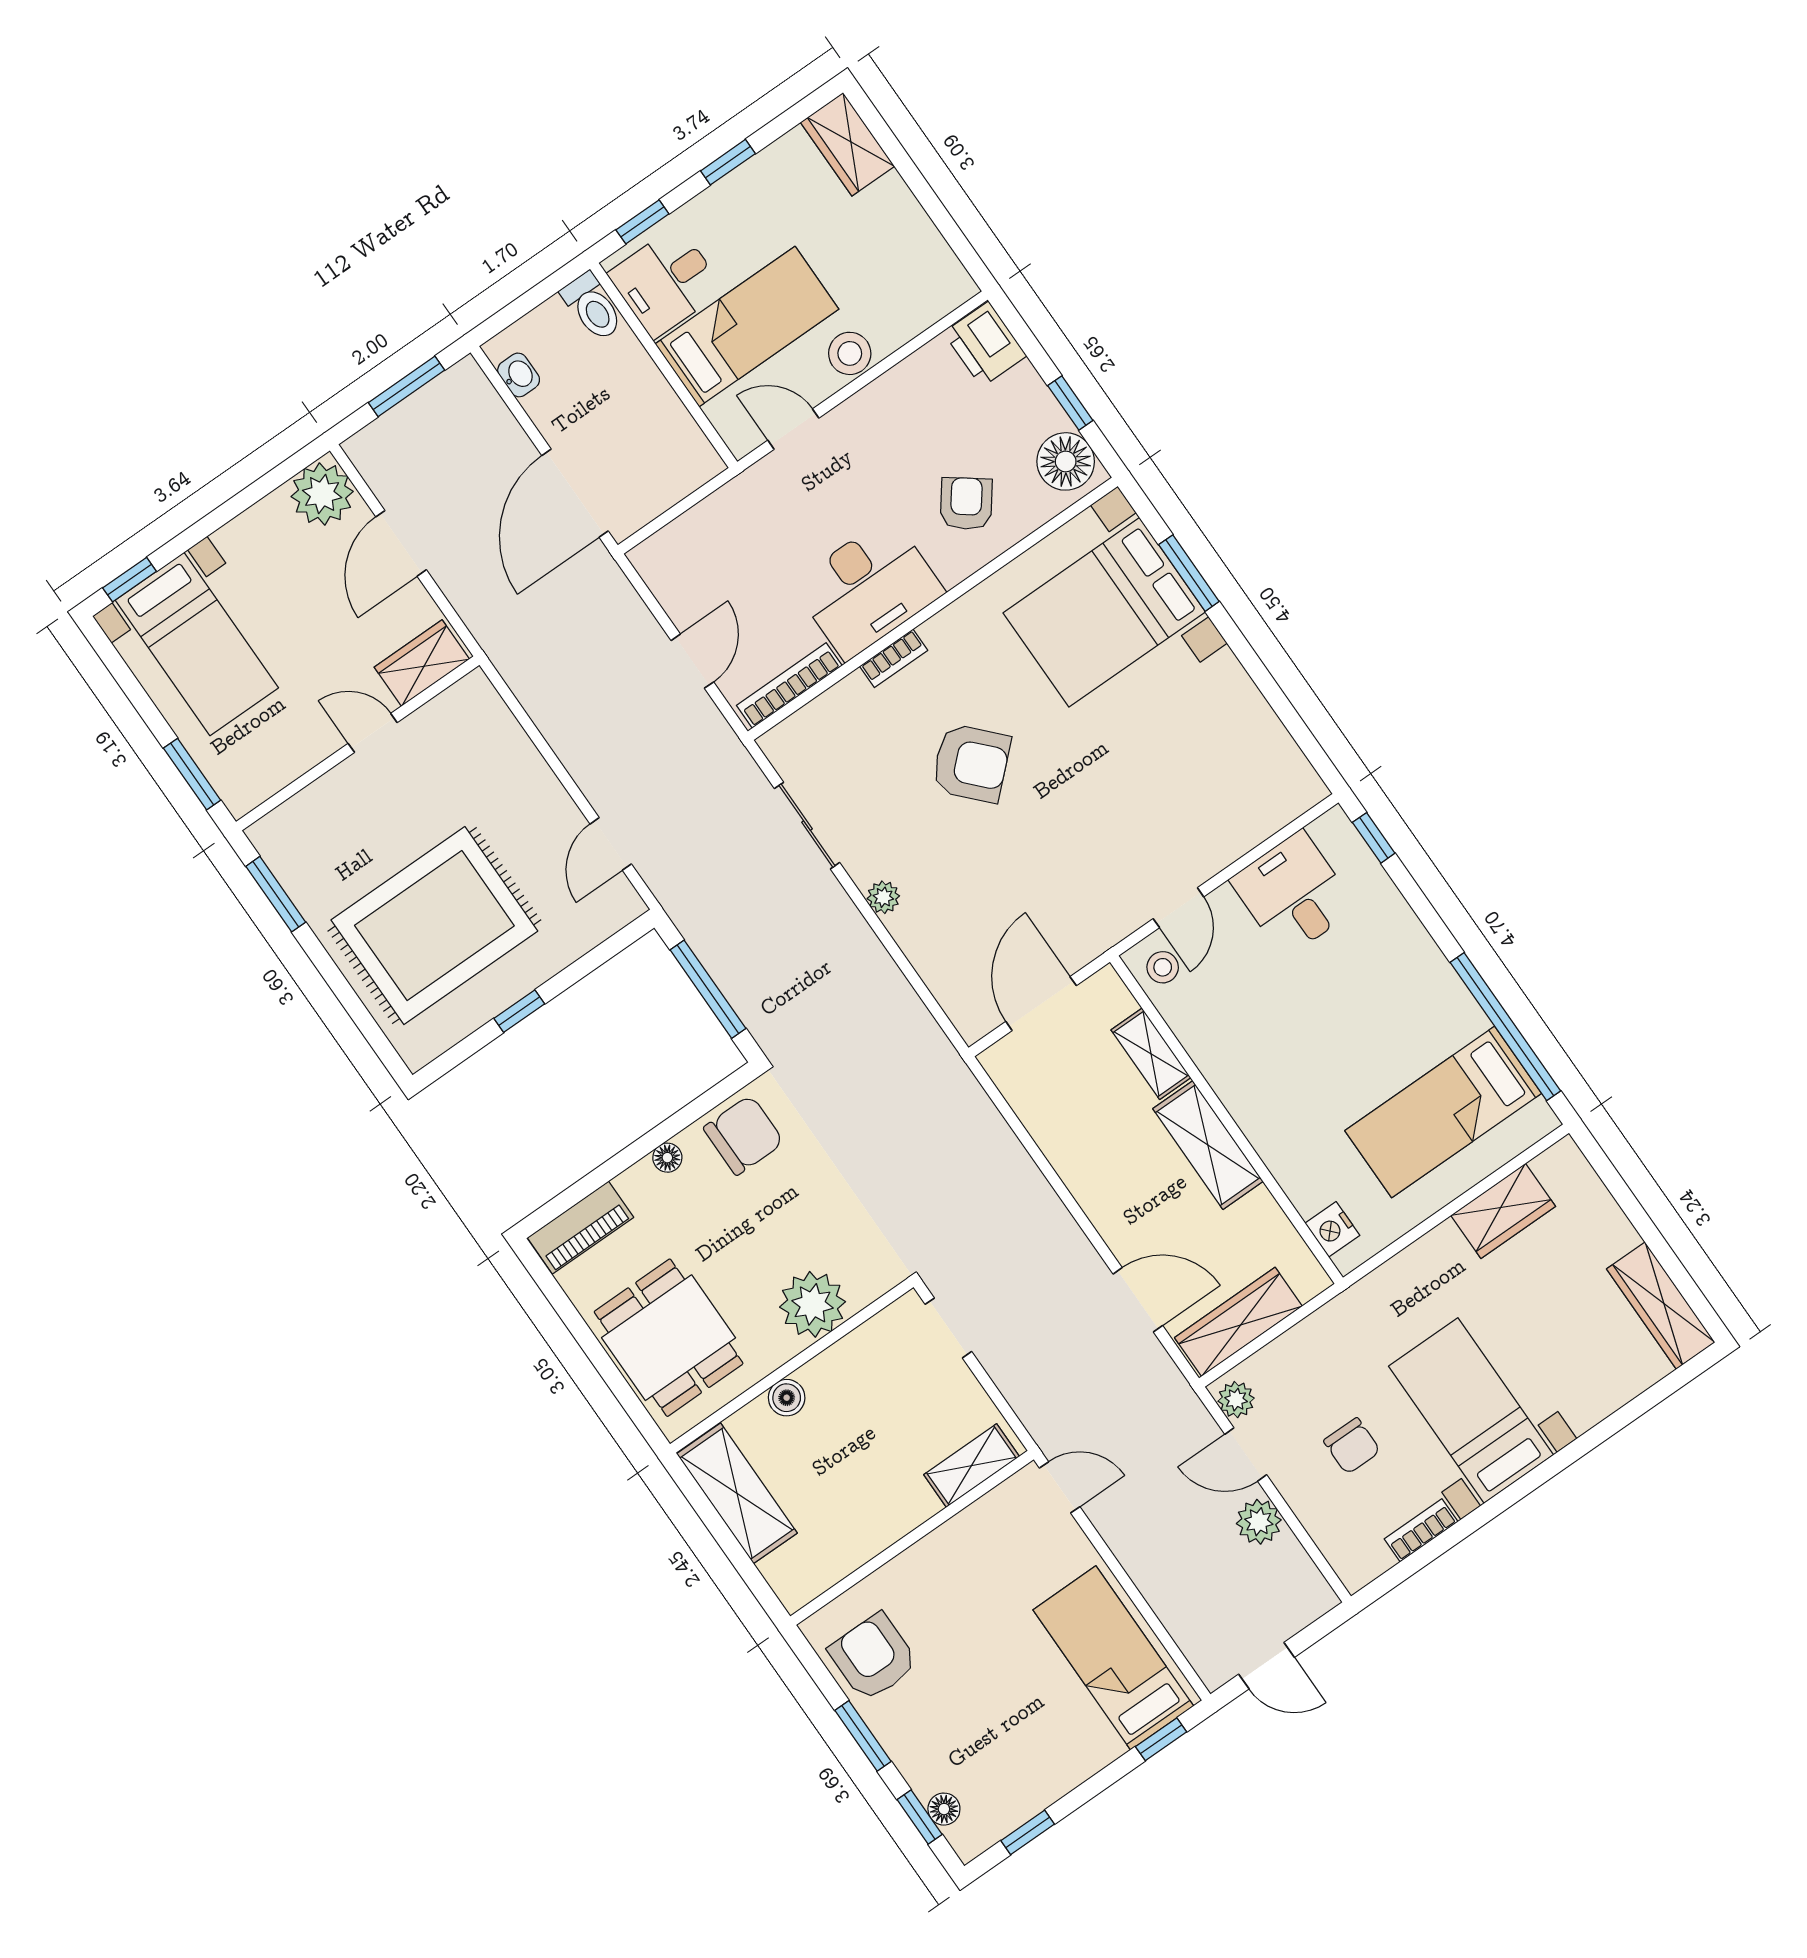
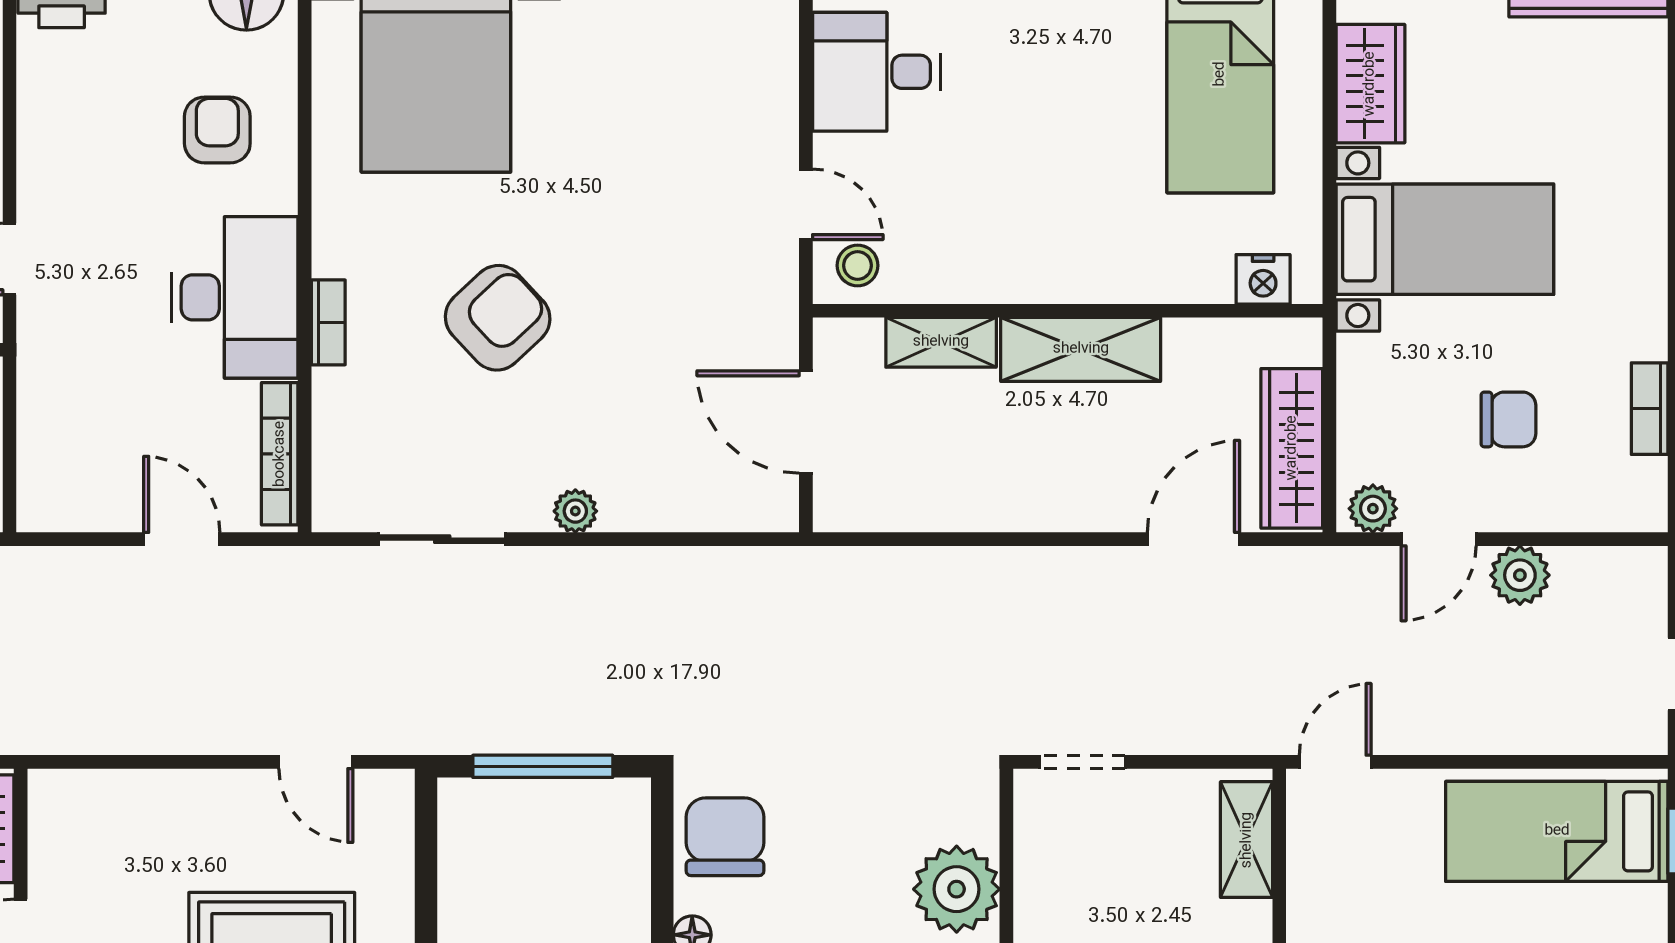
armchair: (966, 504) -> (217, 130), turned 53
bed with nightstands: (1471, 1411) -> (1445, 239), moved, turned 180

